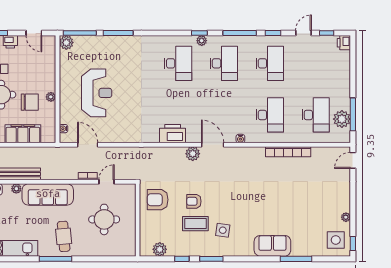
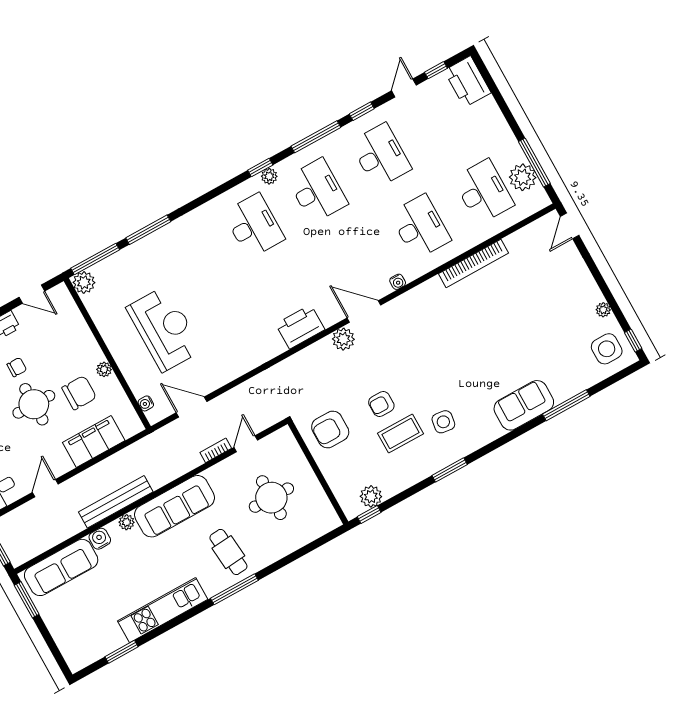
printer: (344, 43) -> (468, 82), width x1.87, depth x1.48
window: (182, 259) -> (369, 515), moved

